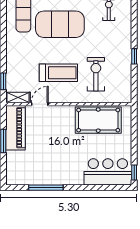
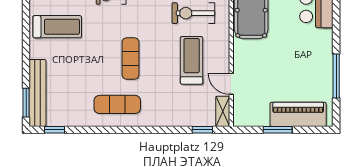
exercise mat: (60, 24) -> (131, 58), width x0.50, depth x0.69
piano: (16, 128) -> (298, 114), moved

